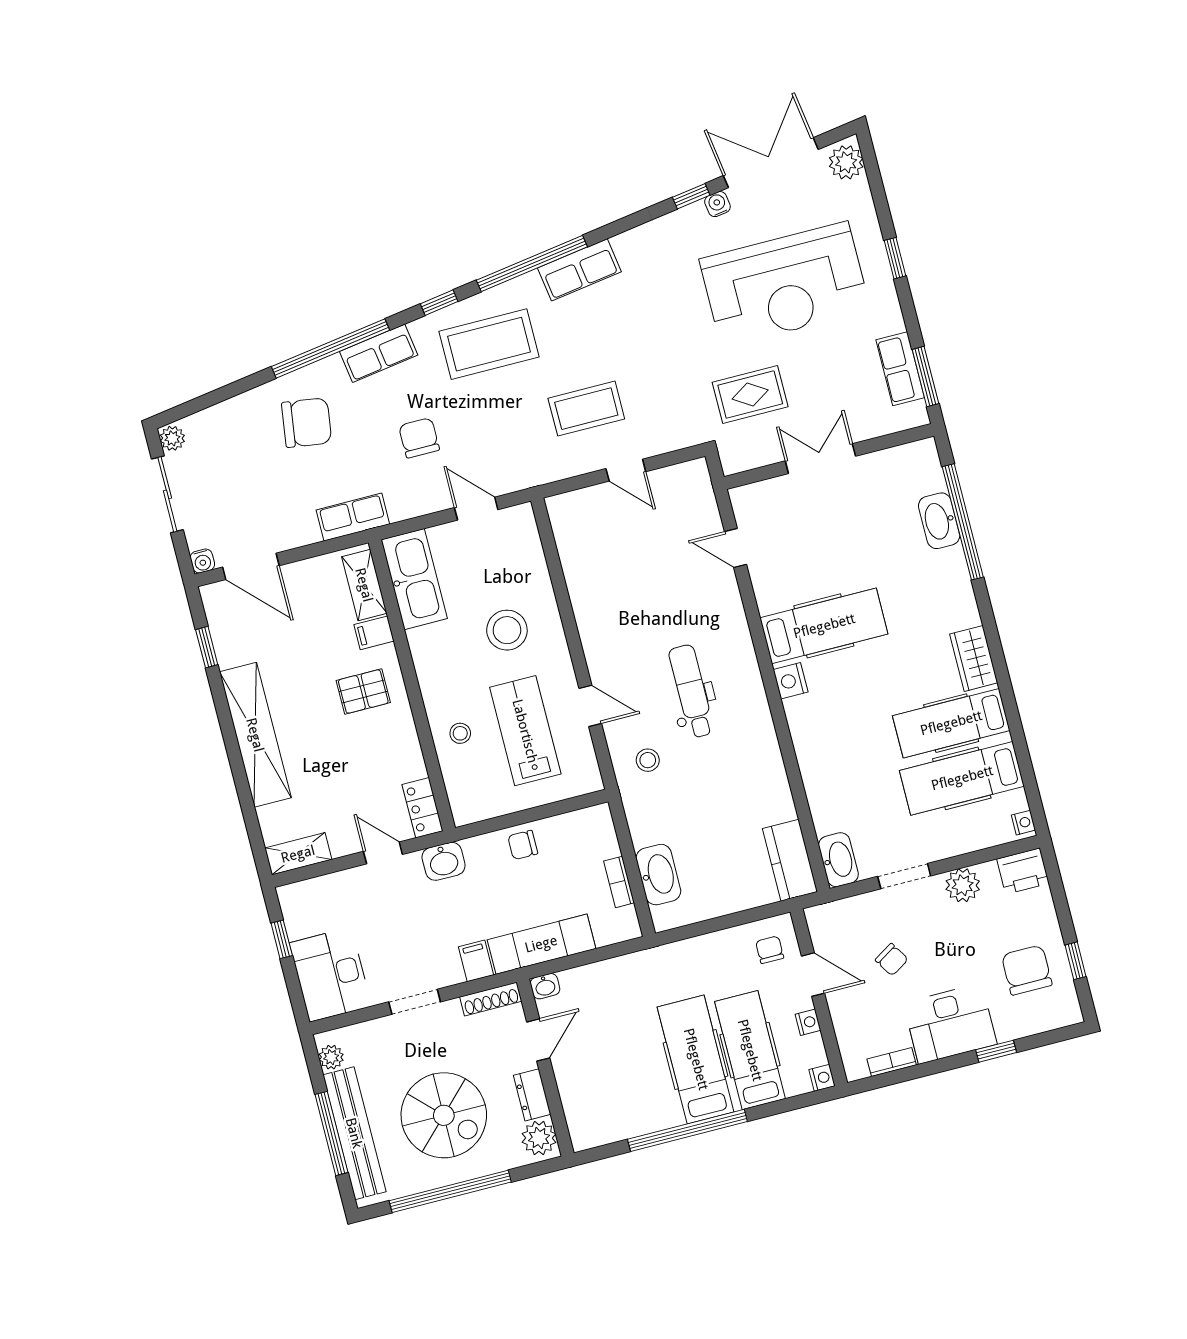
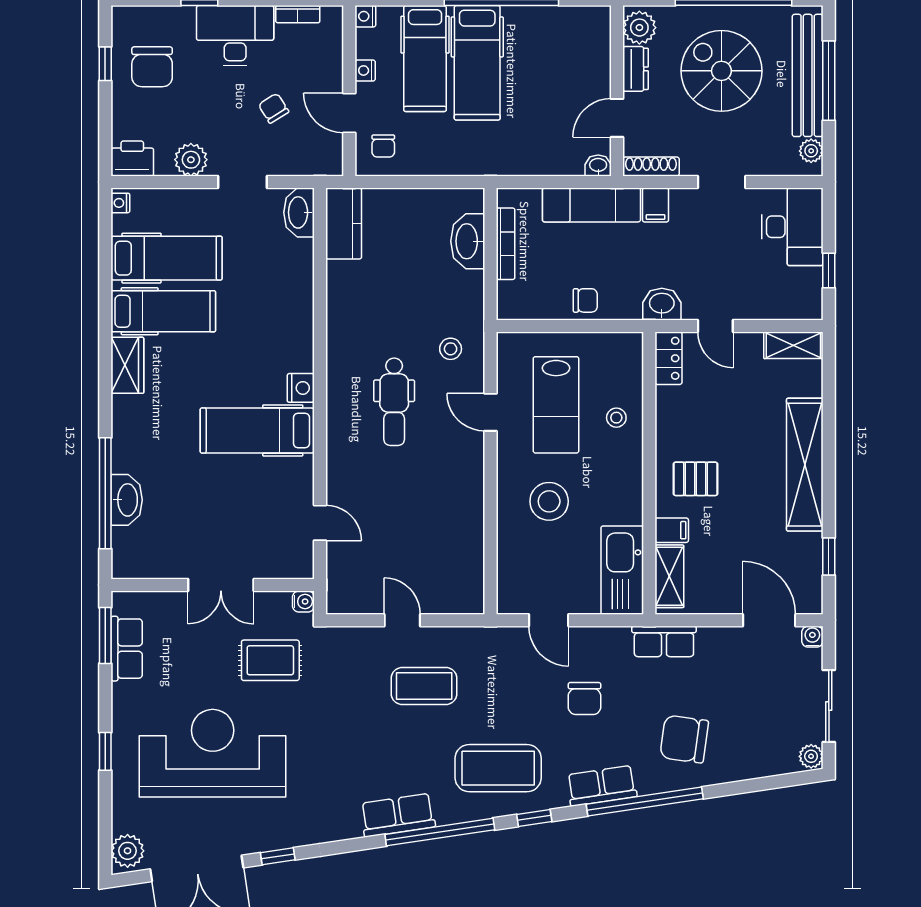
water cooler: (717, 204) -> (303, 602), moved, turned -82
bookcase: (619, 882) -> (506, 244), width x1.56

